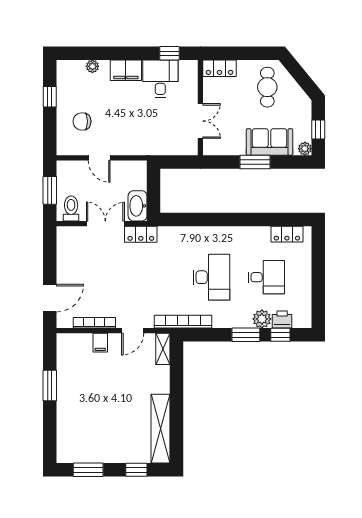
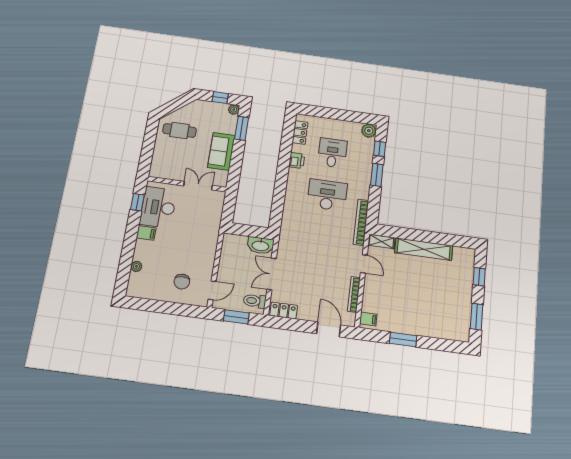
locker: (220, 68) -> (157, 165), removed
filing cabinet: (126, 70) -> (146, 233), width x0.50
desk: (160, 79) -> (158, 207), width x1.37
window: (50, 97) -> (156, 306), removed
sofa: (270, 142) -> (221, 151), moved
door: (99, 158) -> (212, 290), moved
window: (255, 162) -> (242, 128), moved
locker: (141, 234) -> (284, 311), moved, turned -90
plant: (262, 319) -> (369, 131), moved
printer: (282, 319) -> (297, 160), moved, turned 180
filing cabinet: (100, 343) -> (368, 319), moved
shelving: (161, 429) -> (424, 249), moved

